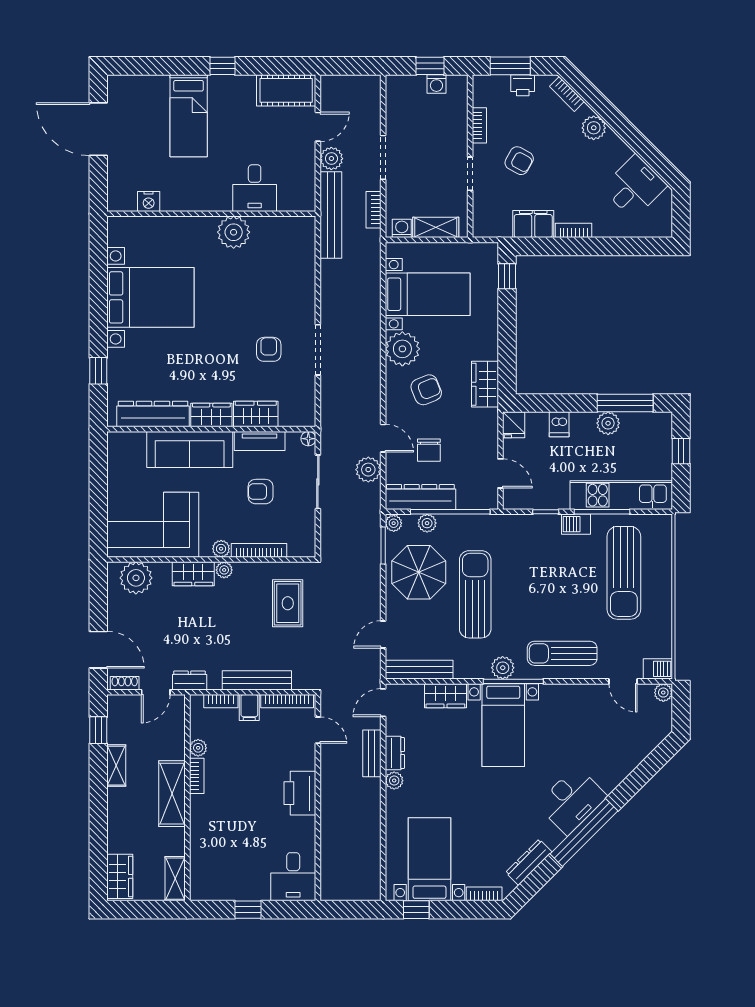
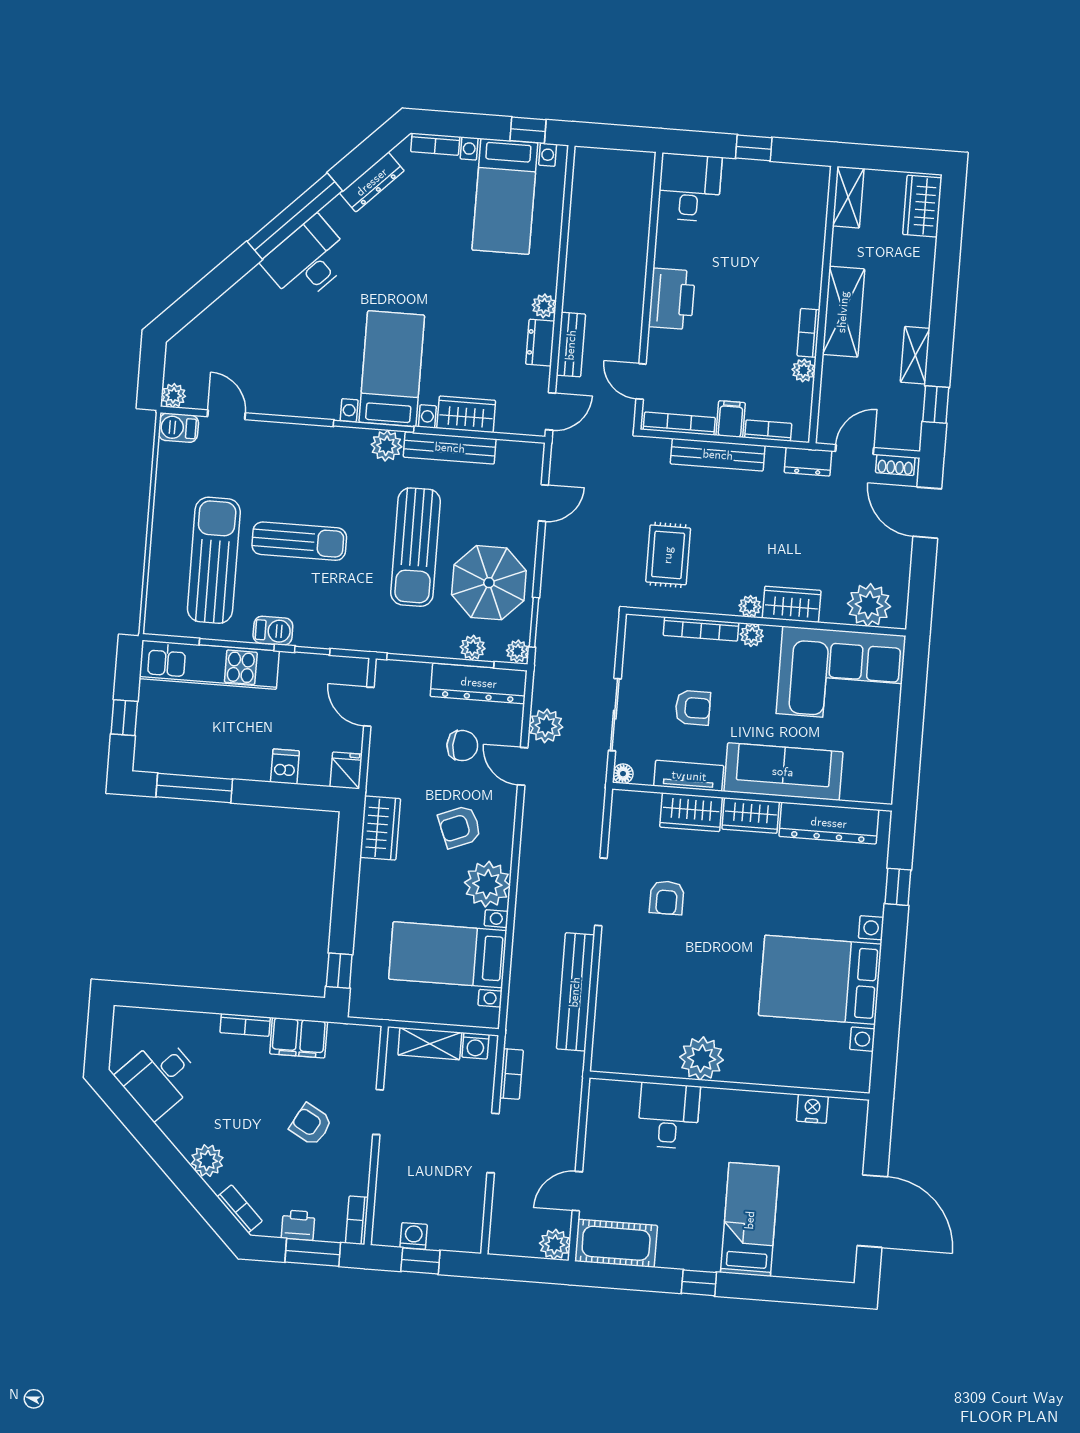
bookcase: (479, 125) -> (357, 1220), moved
plant: (331, 159) -> (555, 1244), moved
bench: (331, 215) -> (575, 992), moved
plant: (608, 423) -> (219, 763), removed
chair: (429, 450) -> (462, 746), turned 90
sun lounger: (562, 653) -> (299, 541), moved
bench: (419, 670) -> (450, 448), moved

